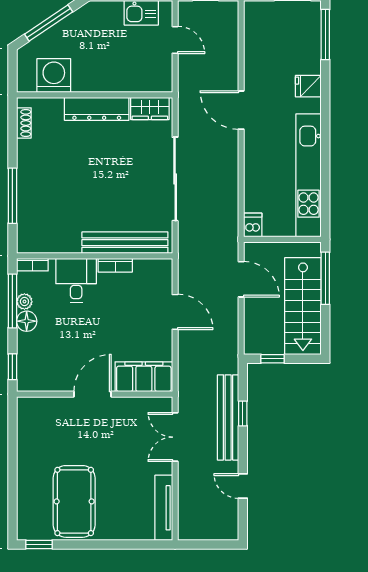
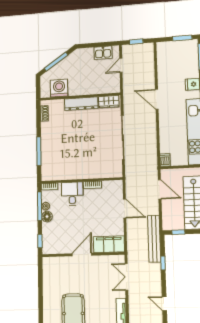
door: (175, 40) -> (121, 65), swing flipped
bench: (125, 243) -> (97, 173), removed
bench: (228, 417) -> (154, 239), moved

